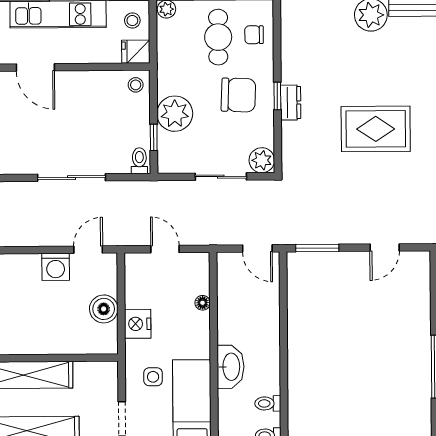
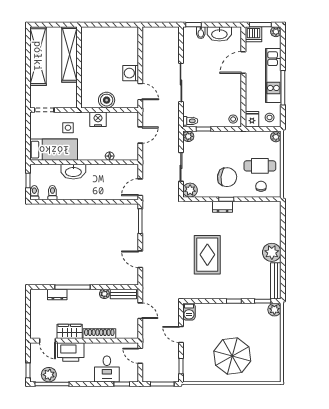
chair: (238, 95) -> (227, 177), turned -86
plant: (175, 114) -> (188, 136), moved, width x0.53, depth x0.53

